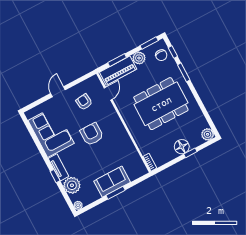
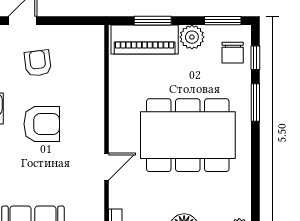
door: (108, 94) -> (107, 167), moved
armchair: (84, 102) -> (38, 63), moved
armchair: (92, 134) -> (42, 124), turned 90

